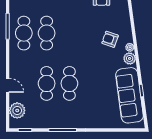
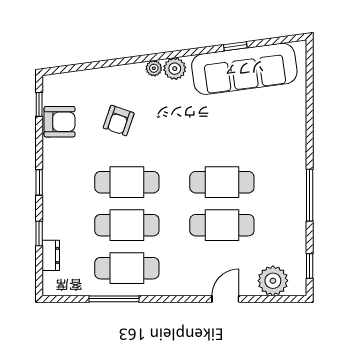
cafe table: (69, 33) -> (127, 182), added
armchair: (110, 39) -> (119, 121), moved

